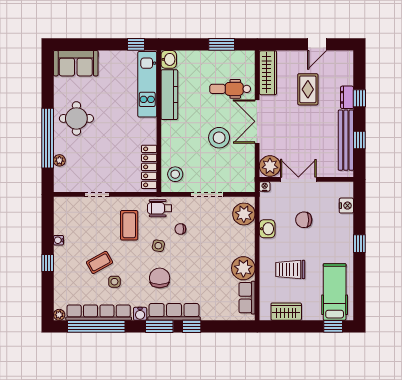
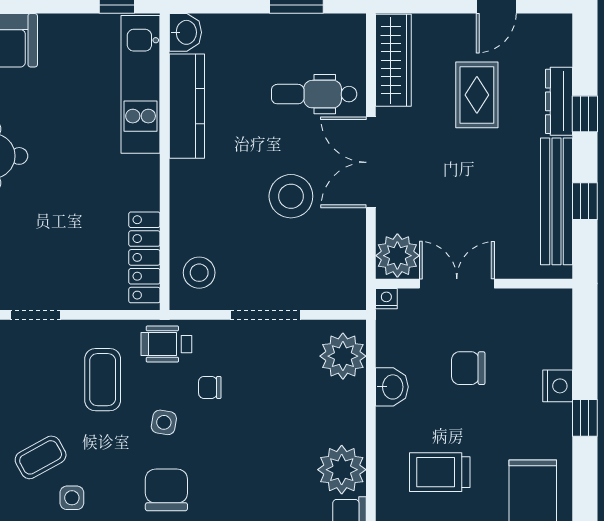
dresser: (347, 97) -> (559, 101), width x1.44
nightstand: (346, 206) -> (558, 386), moved

